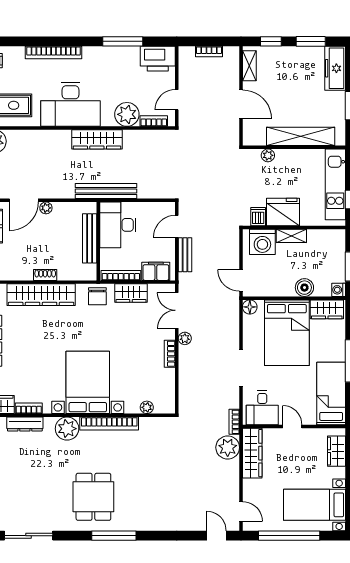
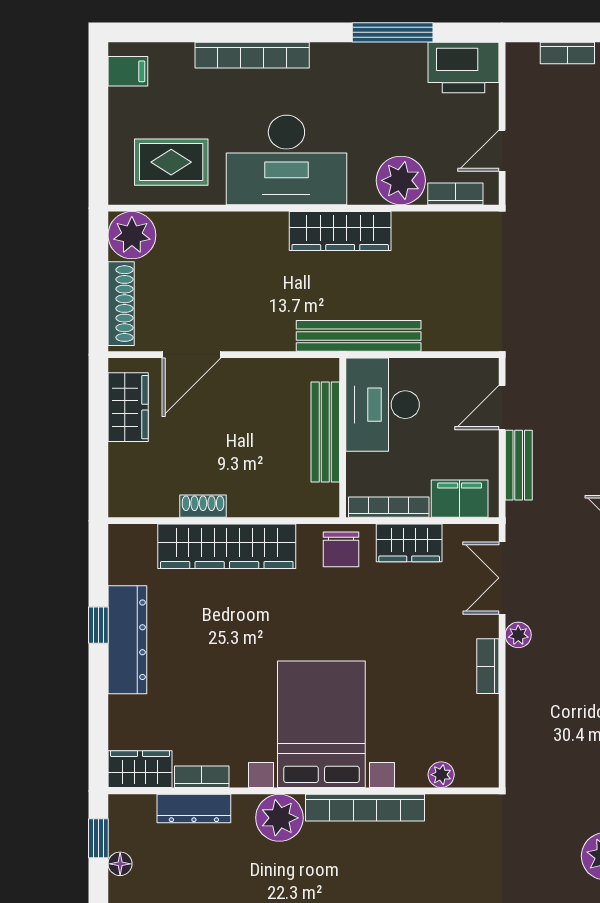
plant: (46, 208) -> (237, 370), removed
shoe rack: (45, 275) -> (203, 506), moved

